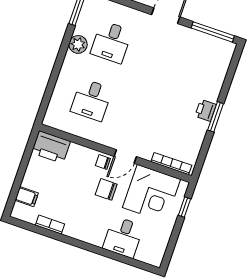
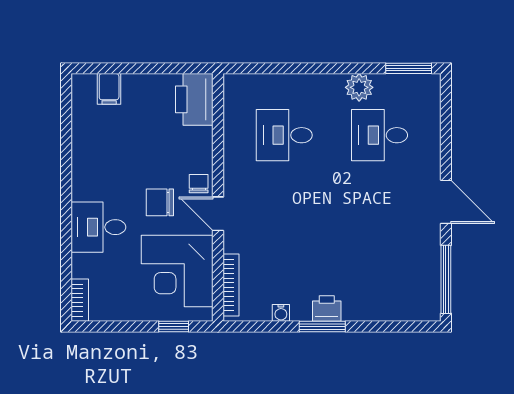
water cooler: (199, 139) -> (281, 313), added
chair: (106, 189) -> (160, 202), turned -90
bookcase: (50, 225) -> (80, 300), moved
desk: (123, 237) -> (98, 227), moved

